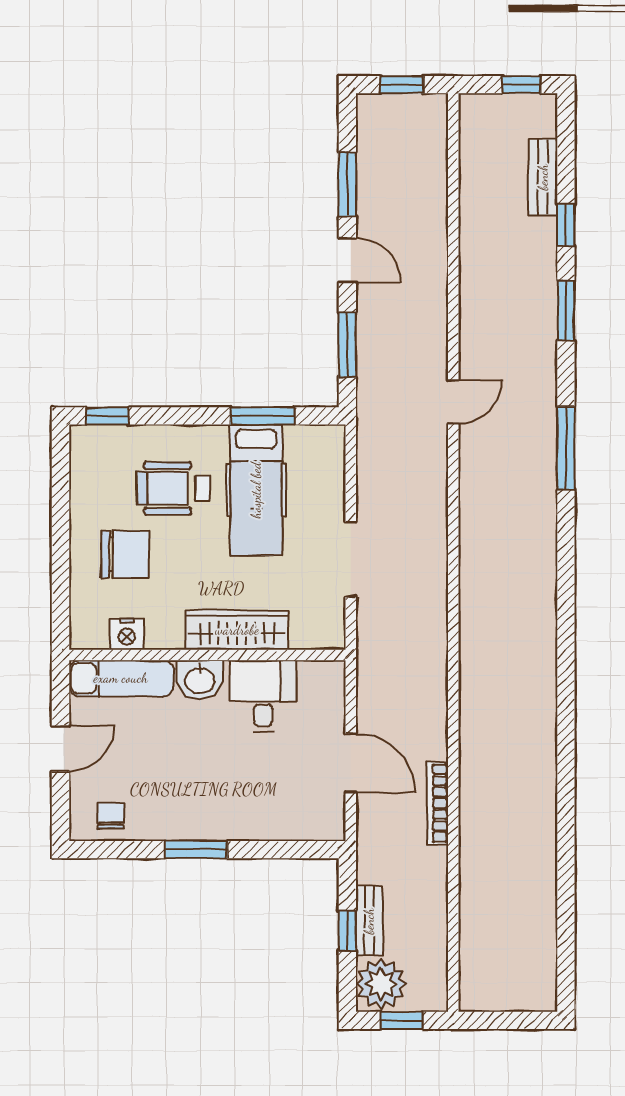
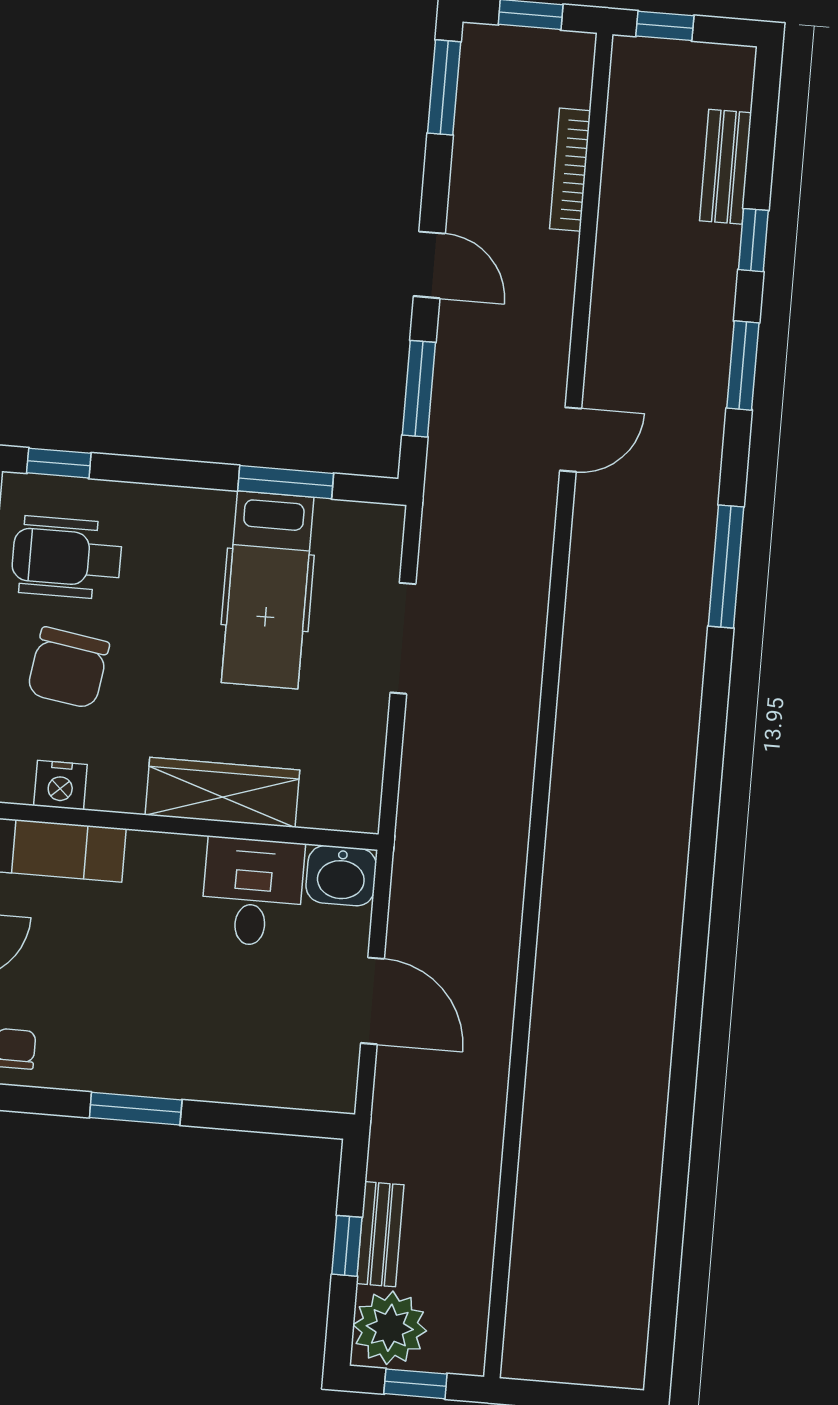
window: (521, 85) -> (665, 26), moved
window: (347, 184) -> (444, 87), moved
door: (453, 402) -> (571, 440), moved
wheelchair: (173, 488) -> (67, 558), moved
chair: (125, 554) -> (68, 668), turned 99
doorway: (351, 559) -> (403, 638), moved
washbasin: (200, 680) -> (341, 876), moved
bookcase: (438, 803) -> (570, 170), moved

